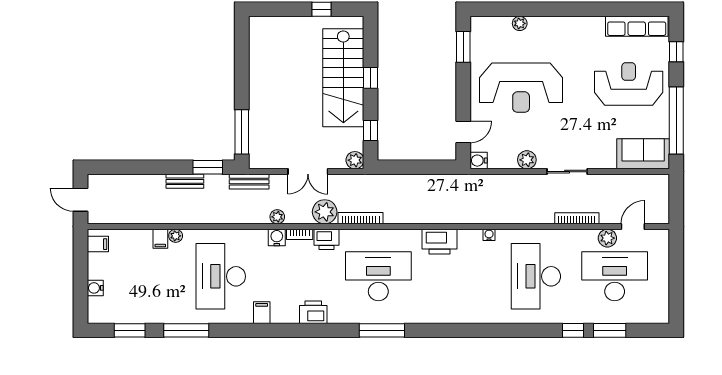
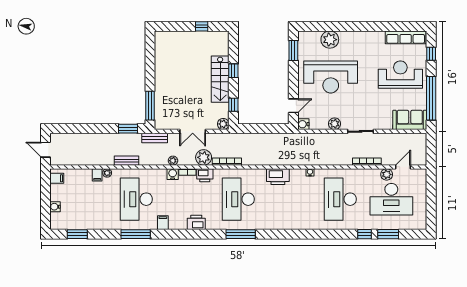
plant: (520, 23) -> (330, 40), width x1.87, depth x1.87
stairs: (343, 78) -> (220, 79), width x0.73, depth x0.66
bench: (185, 181) -> (127, 161), moved
desk: (378, 276) -> (238, 199), turned -90
desk: (615, 276) -> (391, 199), turned 180
window: (186, 330) -> (136, 234), moved

